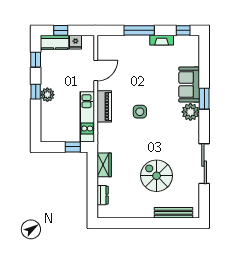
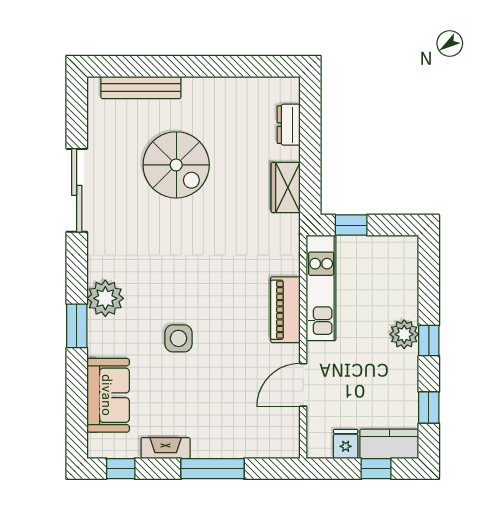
sofa: (189, 85) -> (108, 395), moved
side table: (140, 112) -> (179, 338), moved

